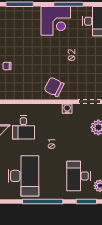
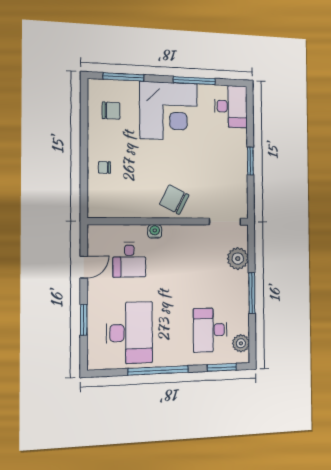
corner desk: (56, 21) -> (169, 111), width x1.36, depth x1.36
chair: (11, 28) -> (111, 111), added
water cooler: (67, 109) -> (155, 231), moved

